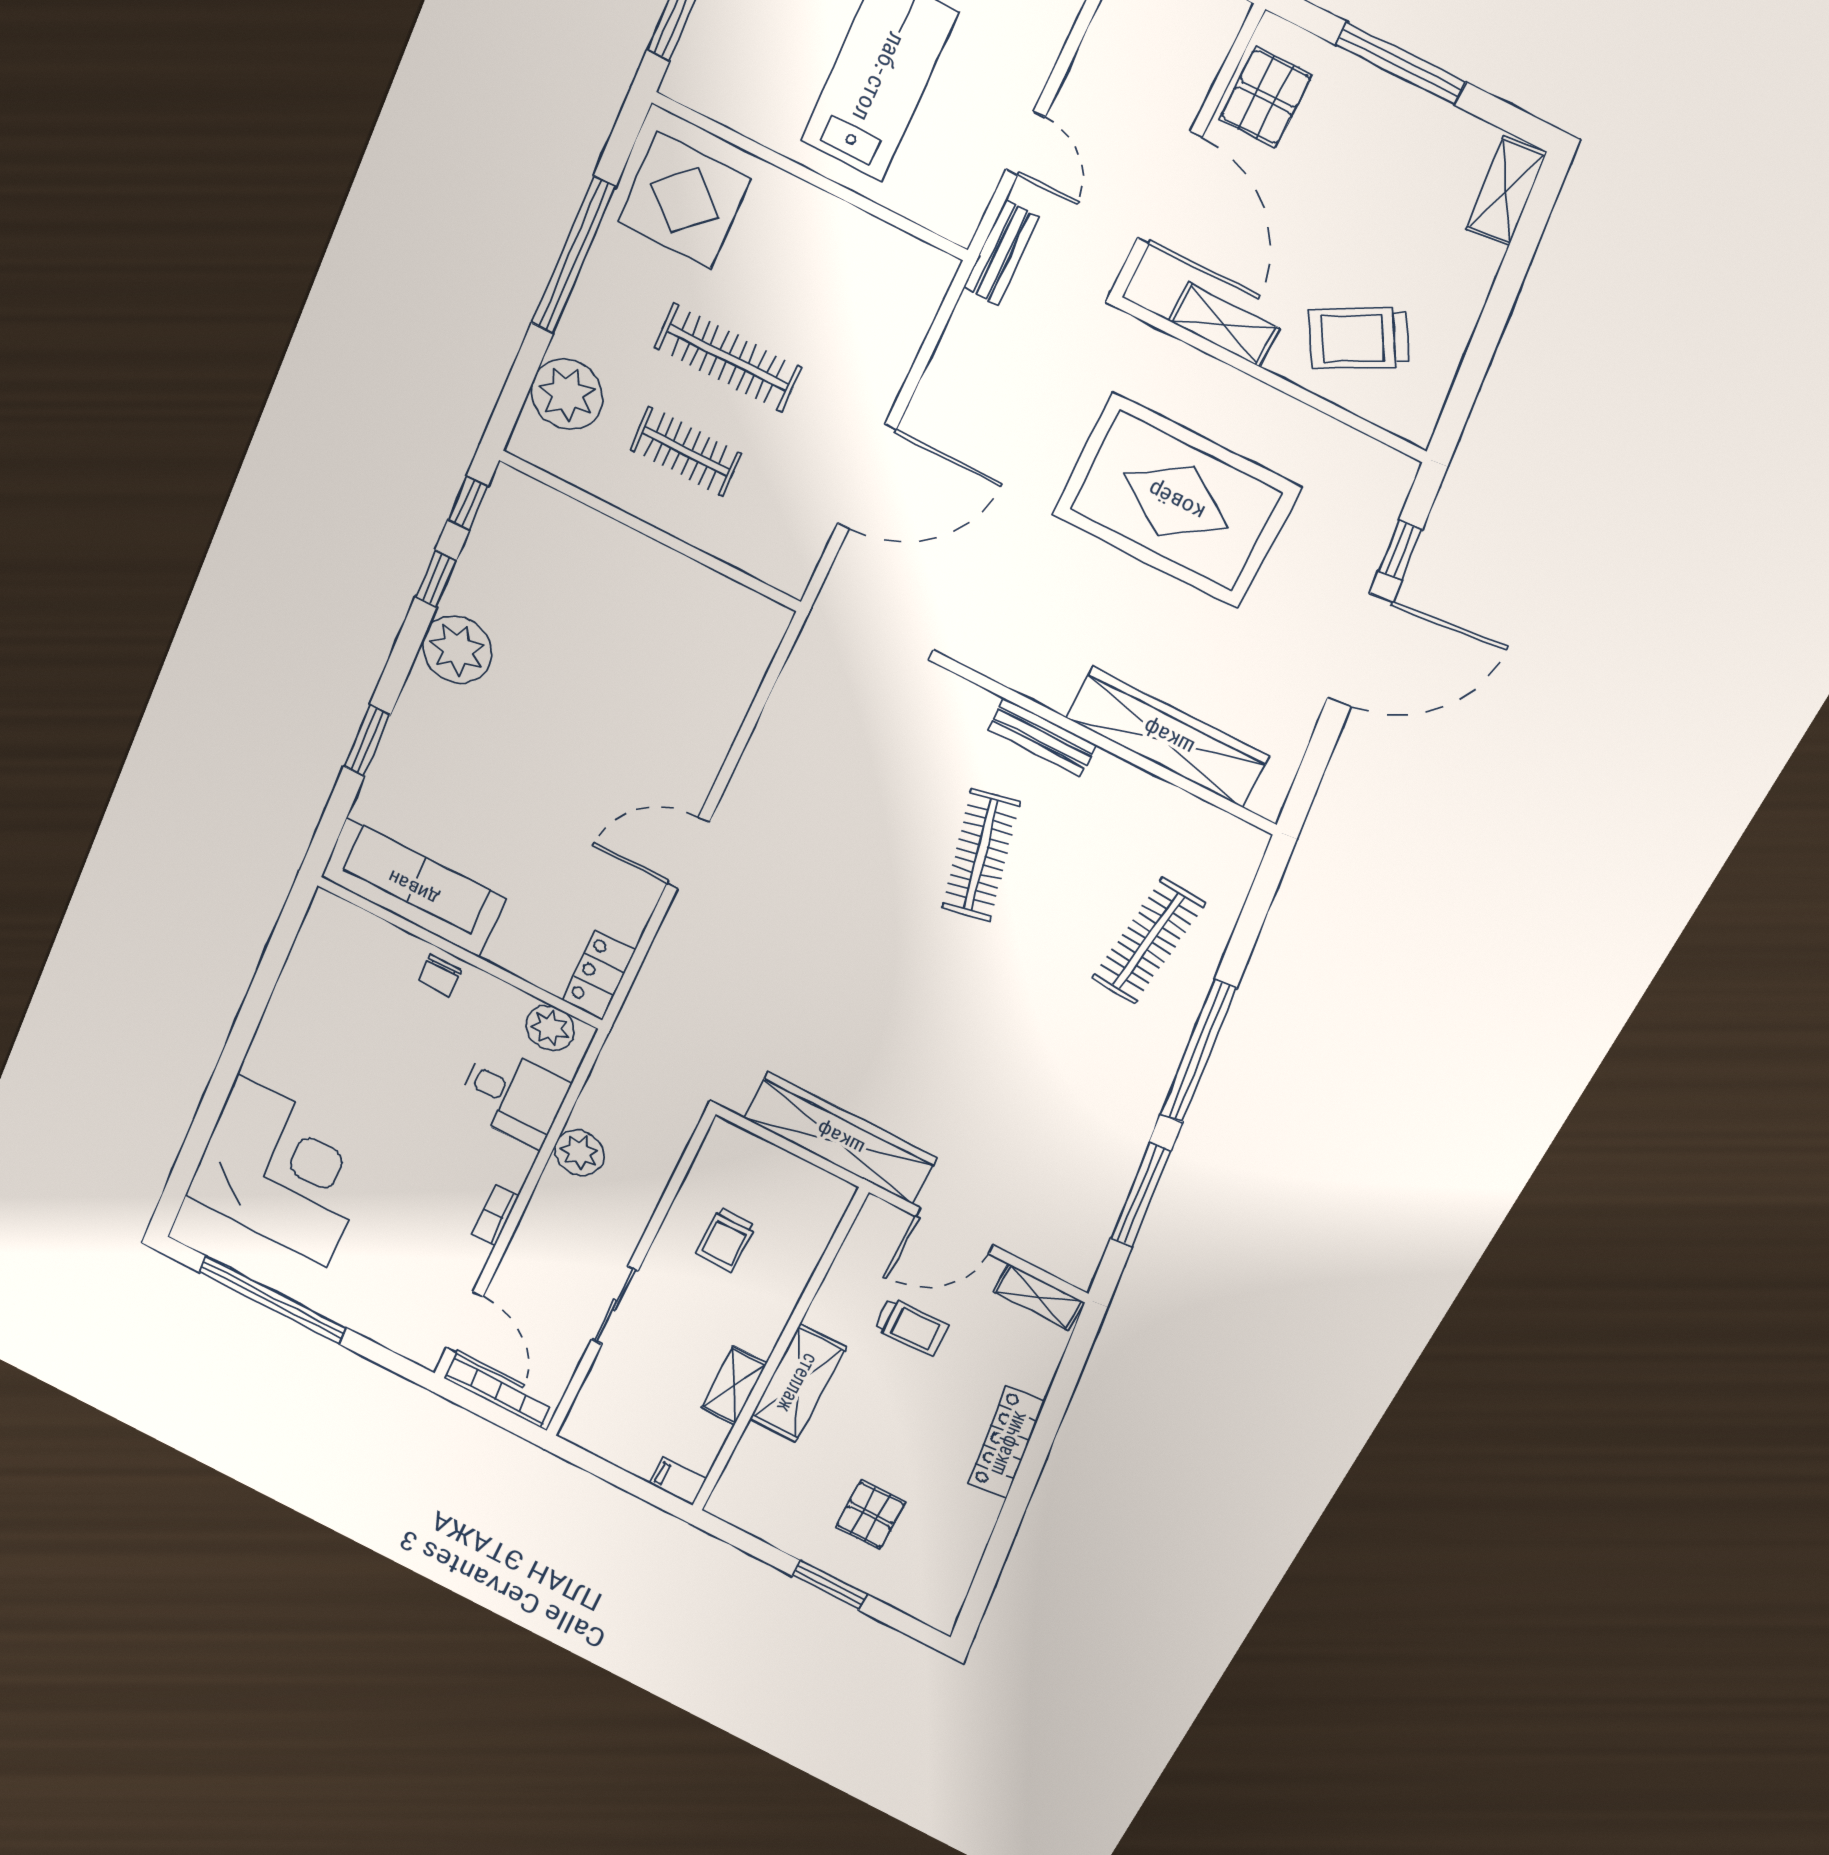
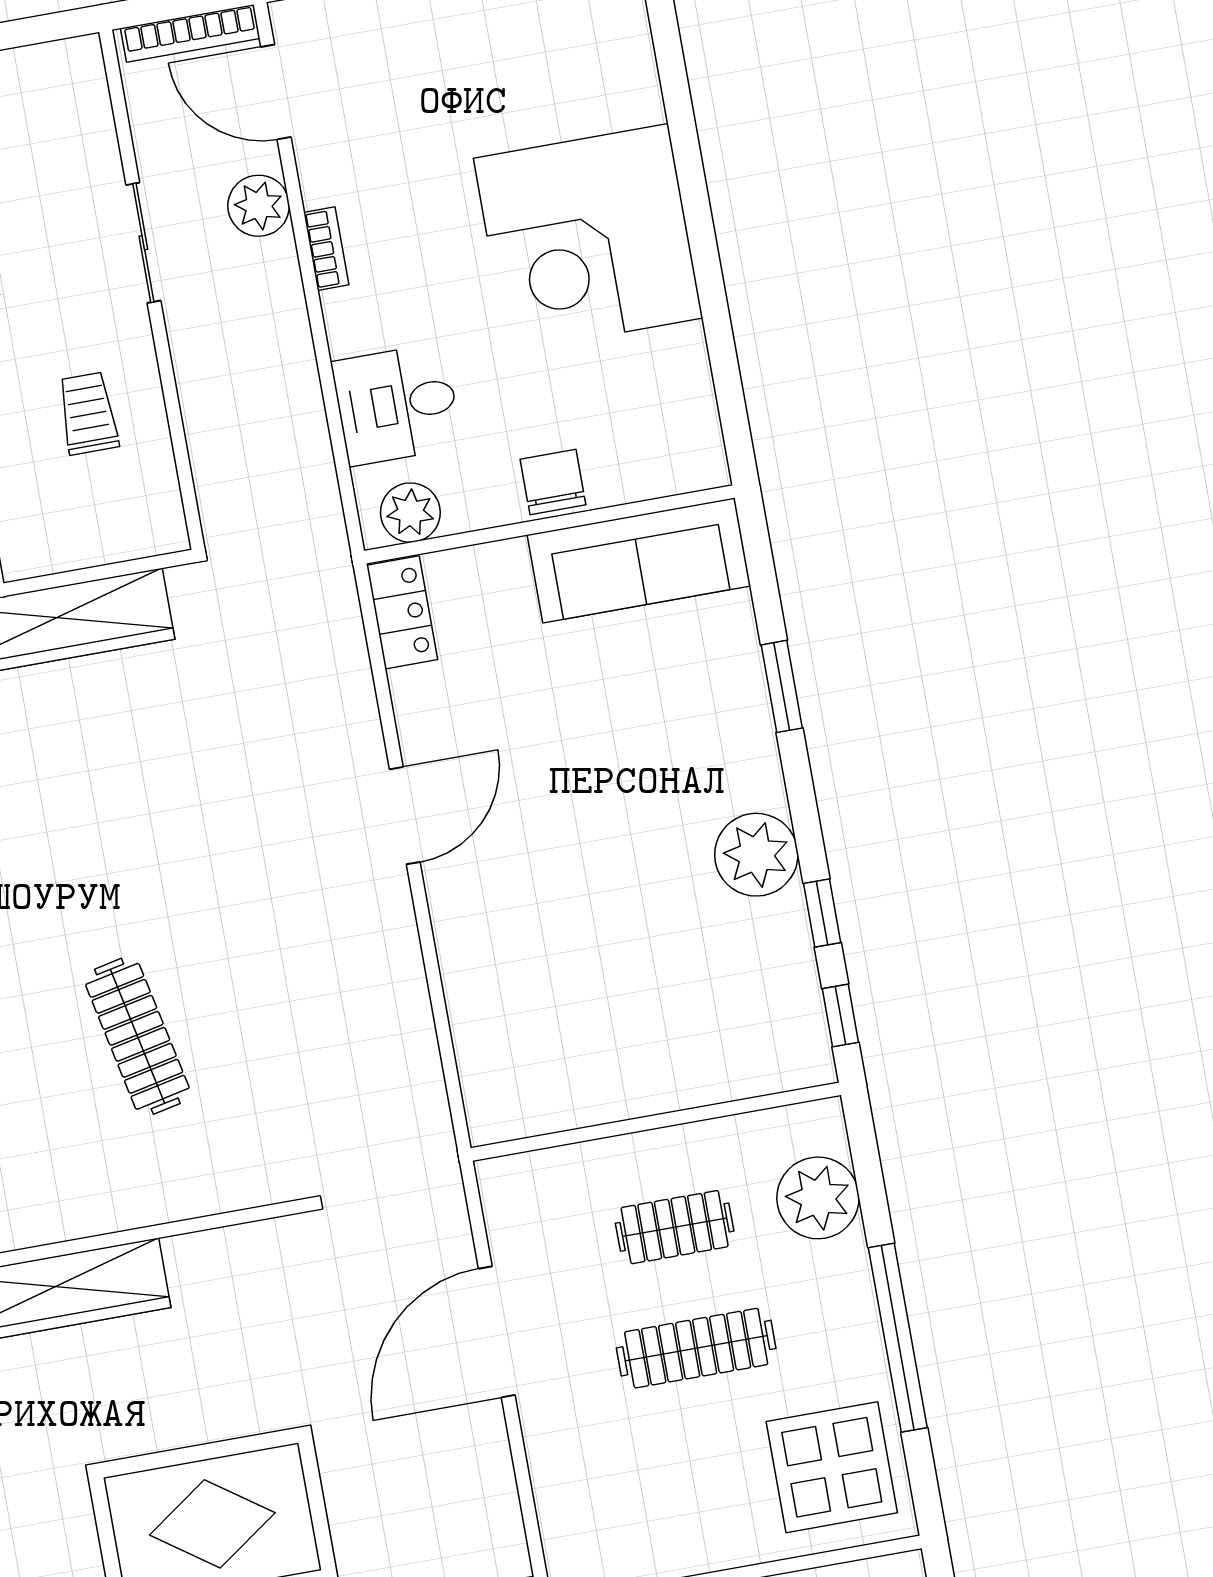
bench: (1042, 737) -> (166, 1201), removed
chair: (439, 976) -> (553, 482), width x1.37, depth x1.37
plant: (579, 1153) -> (259, 206), moved
corner desk: (283, 1171) -> (588, 238), moved

